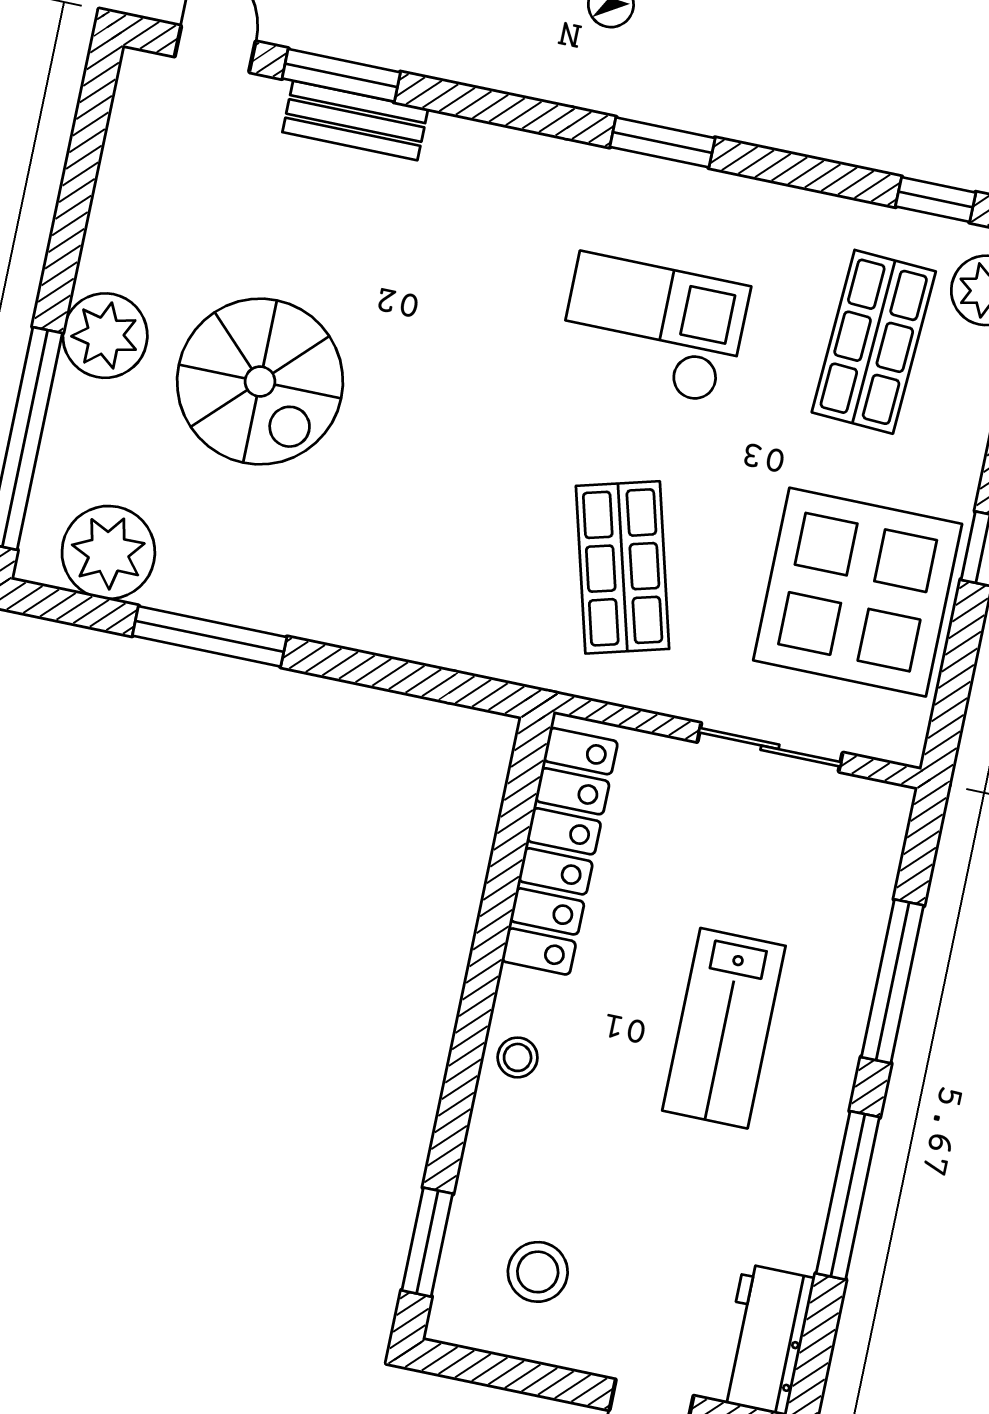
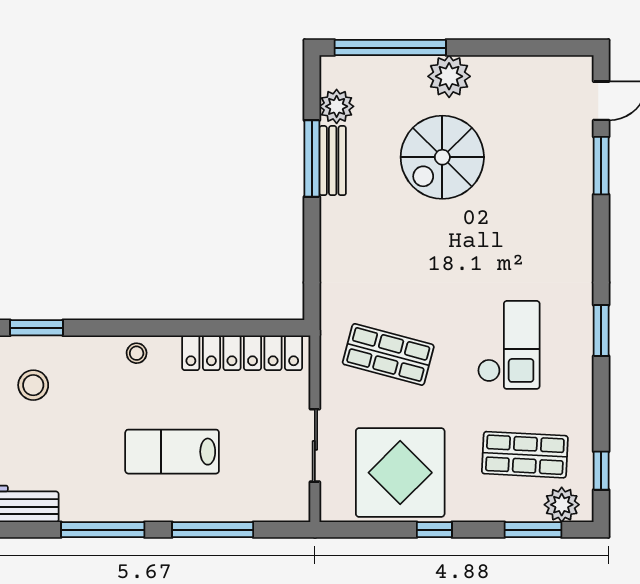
bench: (355, 120) -> (333, 161), moved
plant: (108, 552) -> (337, 106), width x0.73, depth x0.73
shop shelf: (623, 567) -> (388, 354), turned 30

